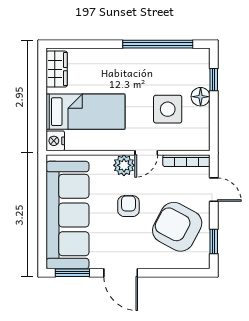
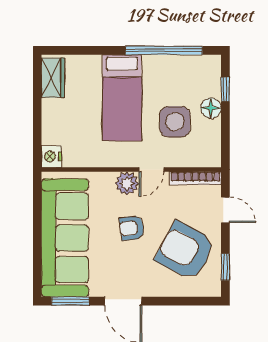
bed: (85, 112) -> (122, 98), moved, turned 90
armchair: (128, 206) -> (132, 228), turned -97

